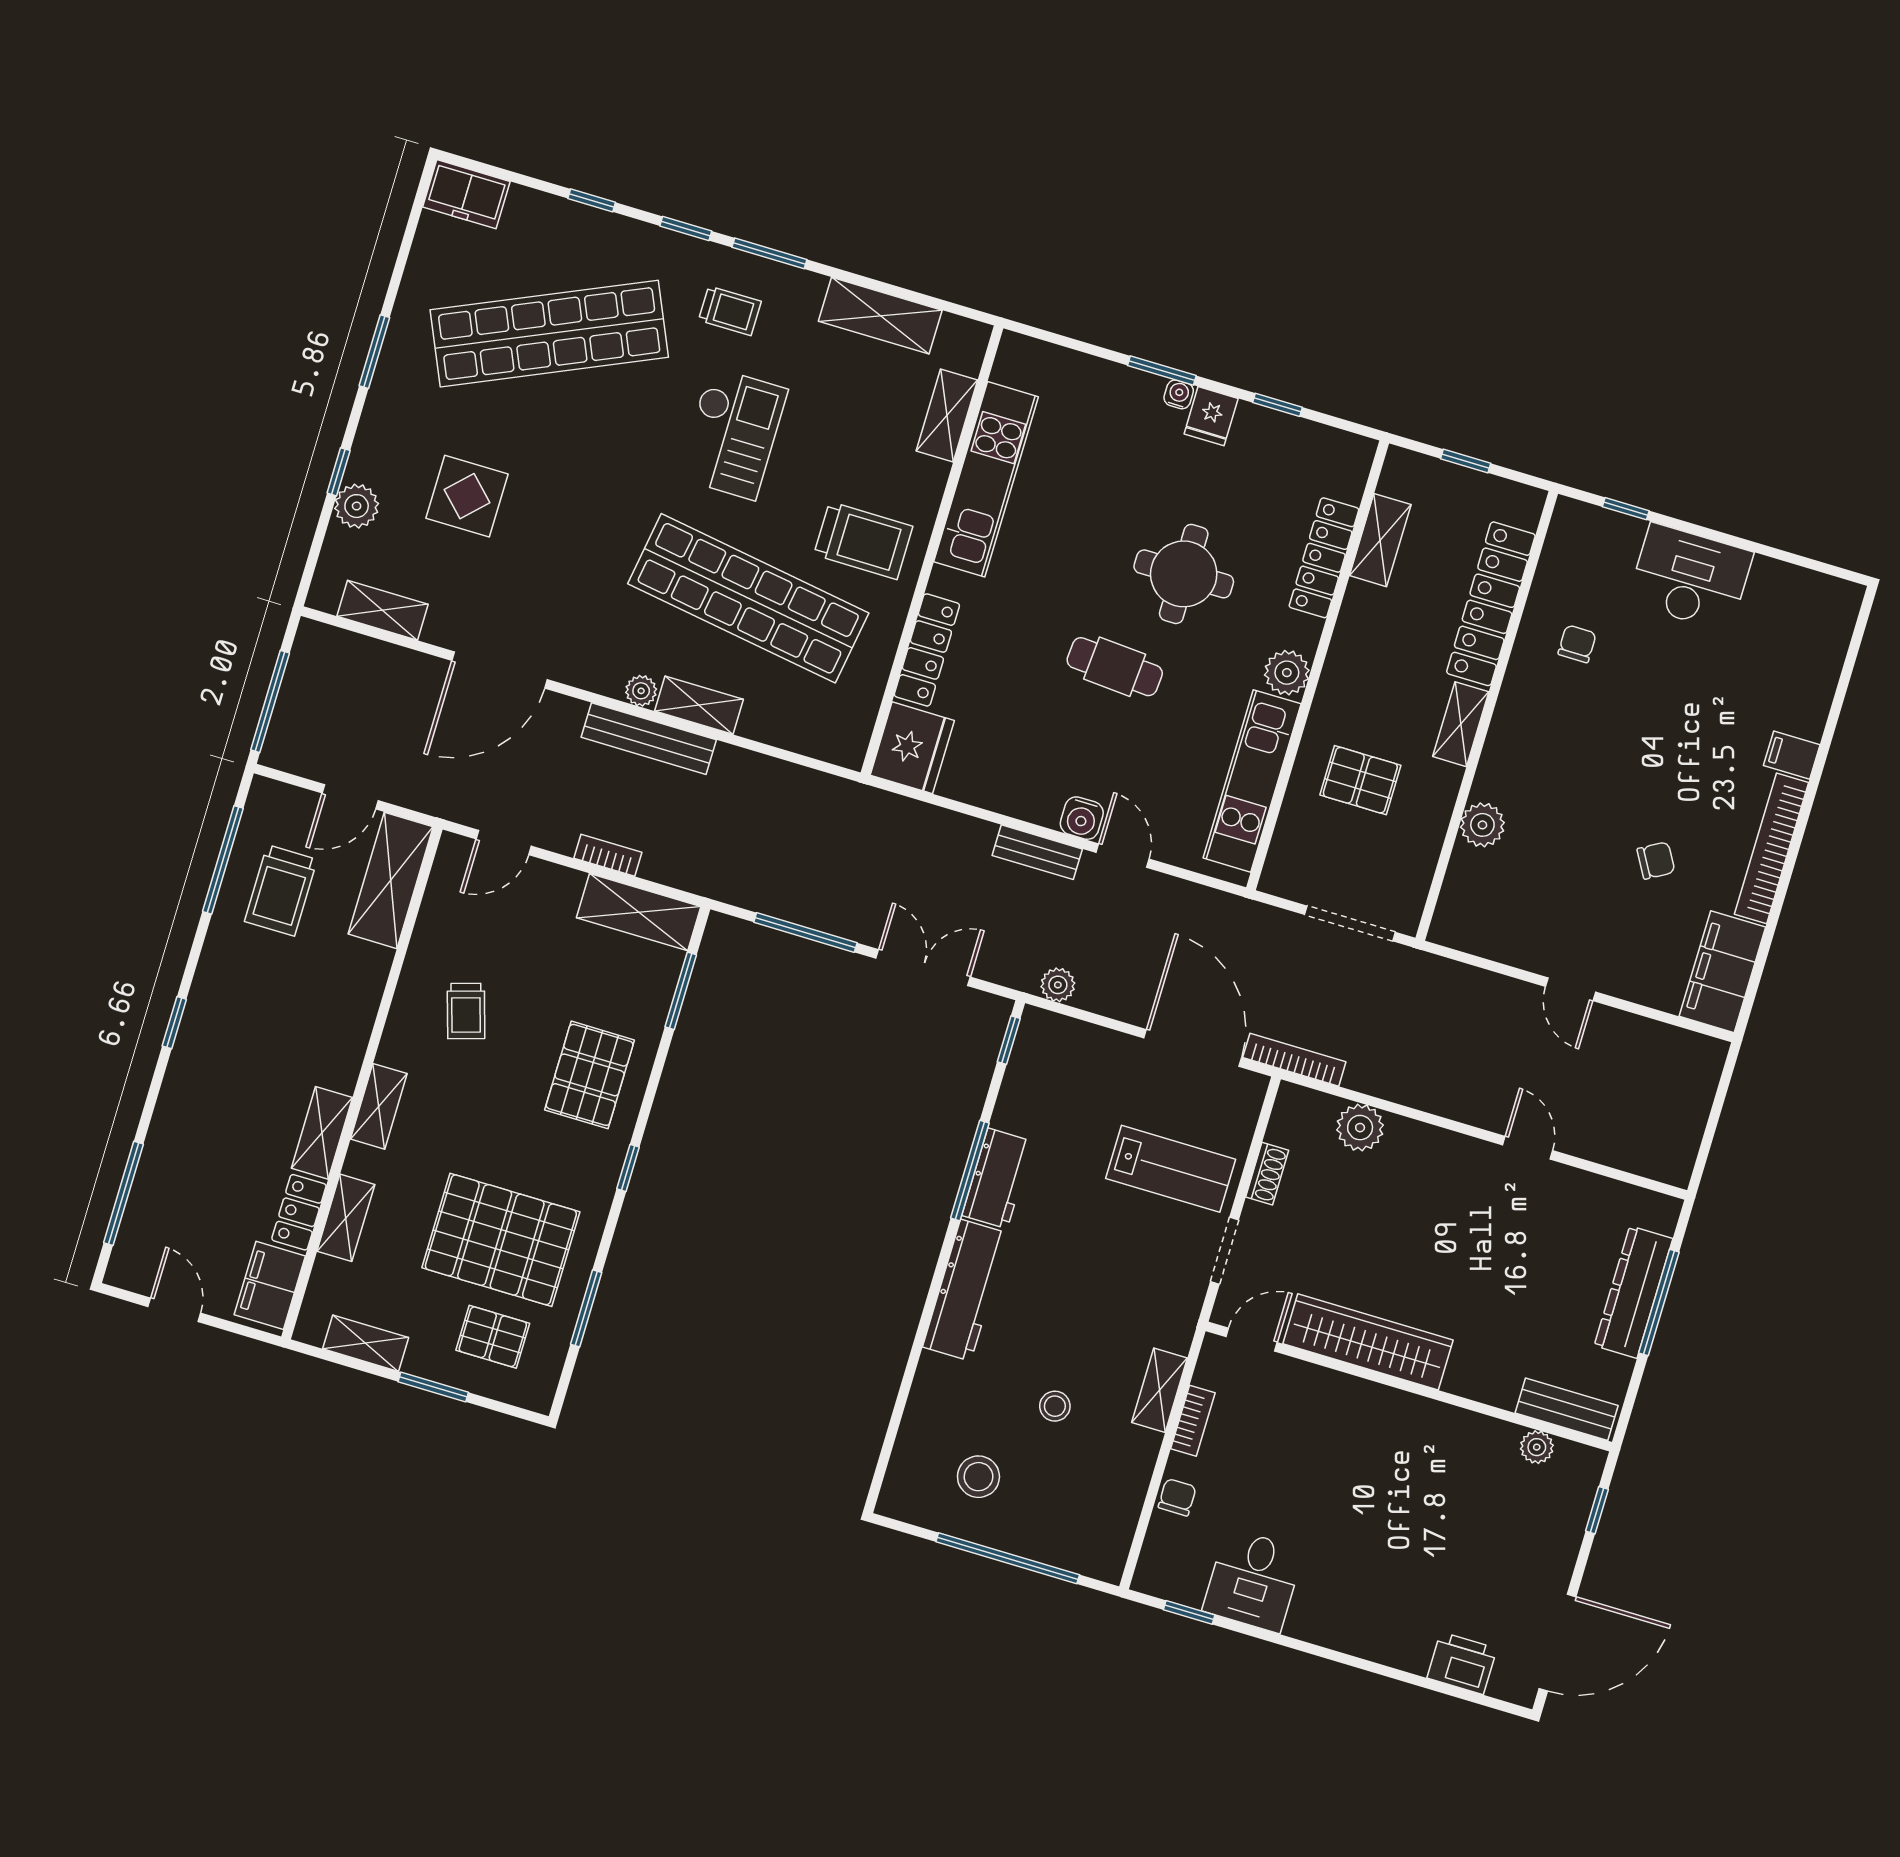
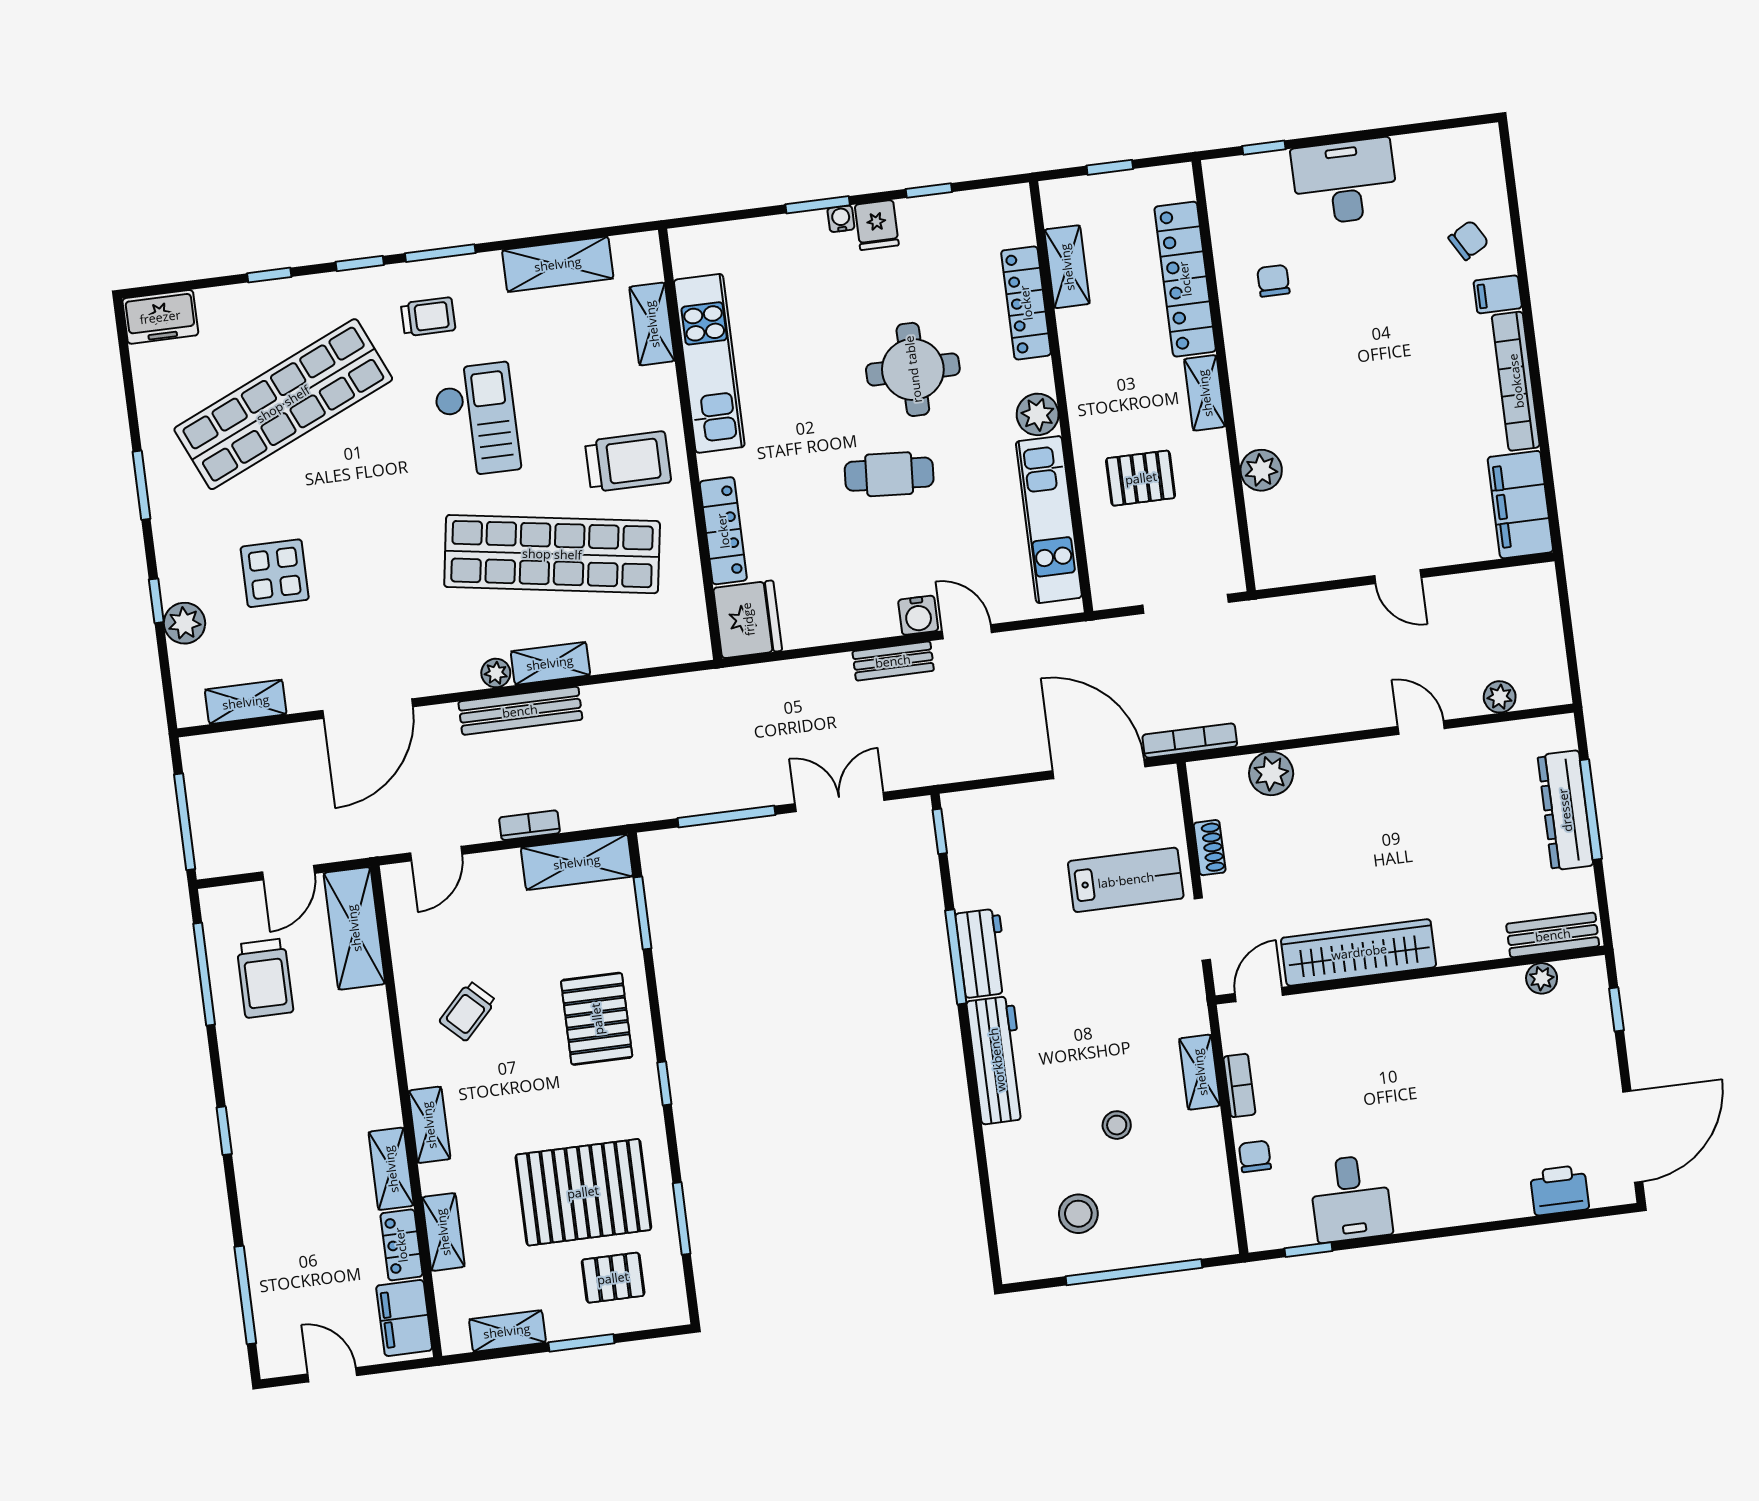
chair: (1656, 860) -> (1468, 240), moved
plant: (1058, 985) -> (1500, 697), moved
trolley: (466, 1011) -> (468, 1011), turned 61

